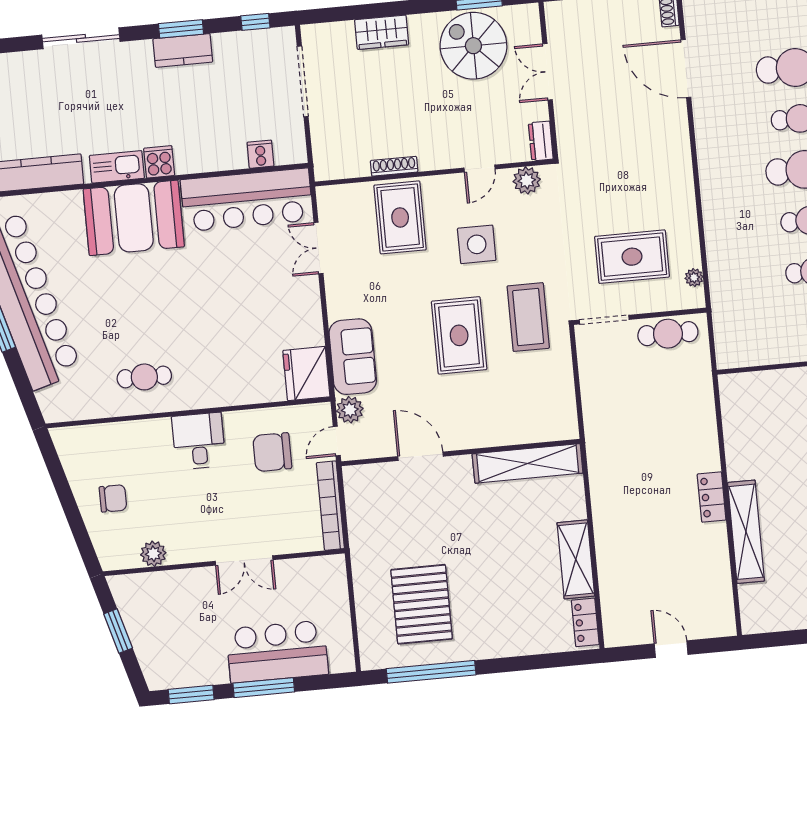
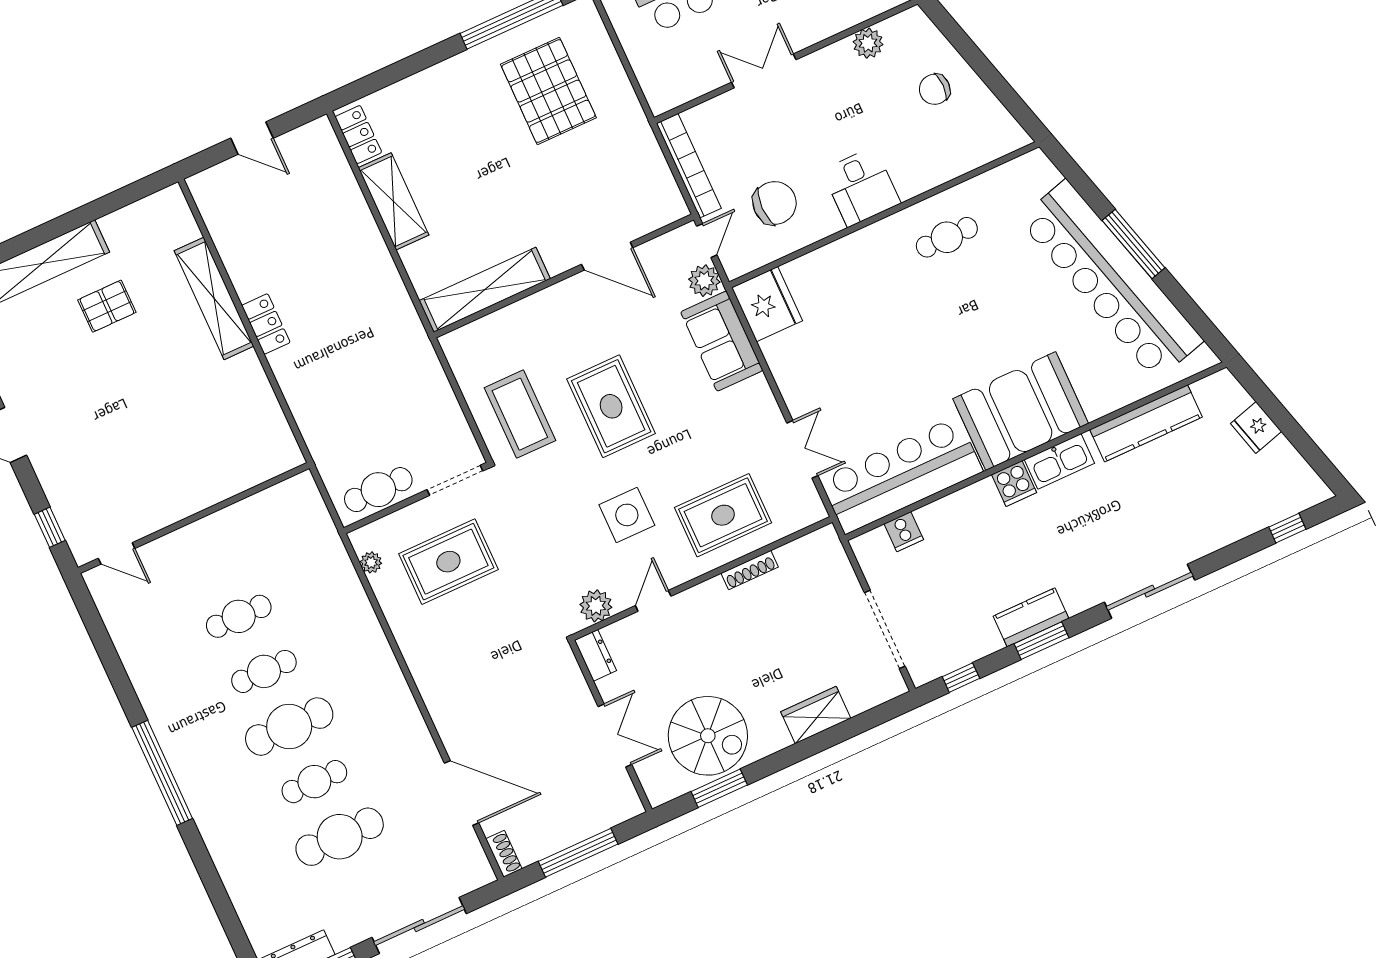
rug: (400, 217) -> (723, 515), turned 90
coffee table: (528, 317) -> (520, 414), moved

